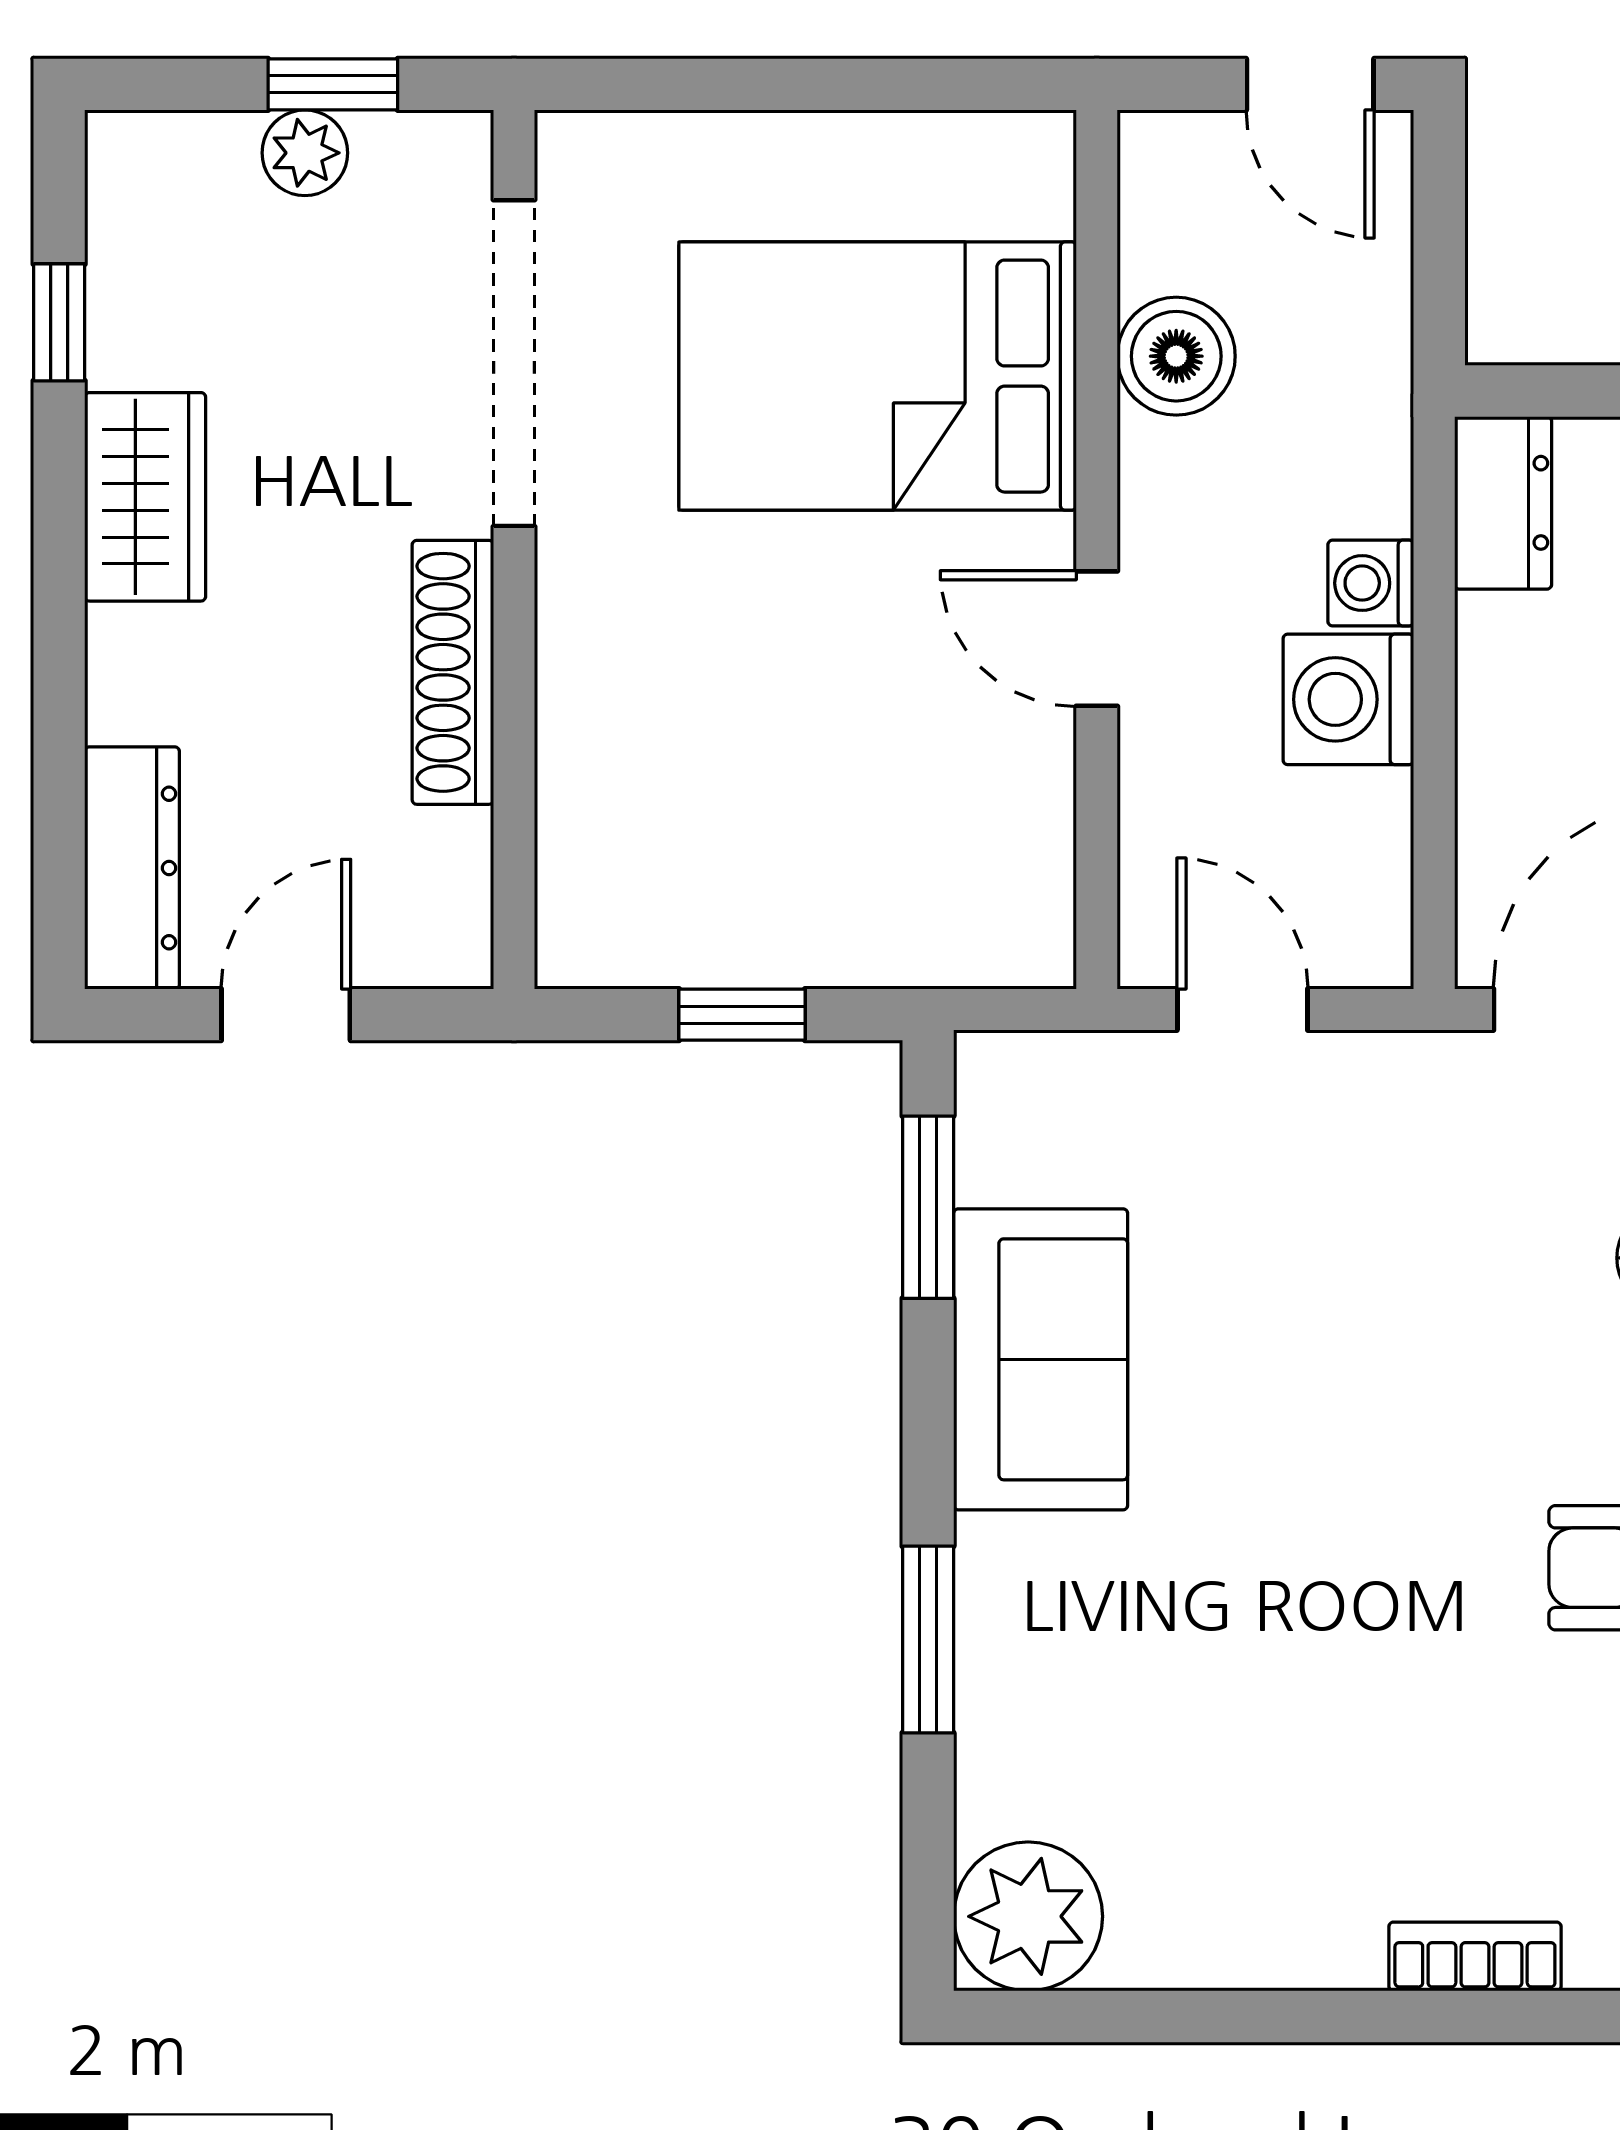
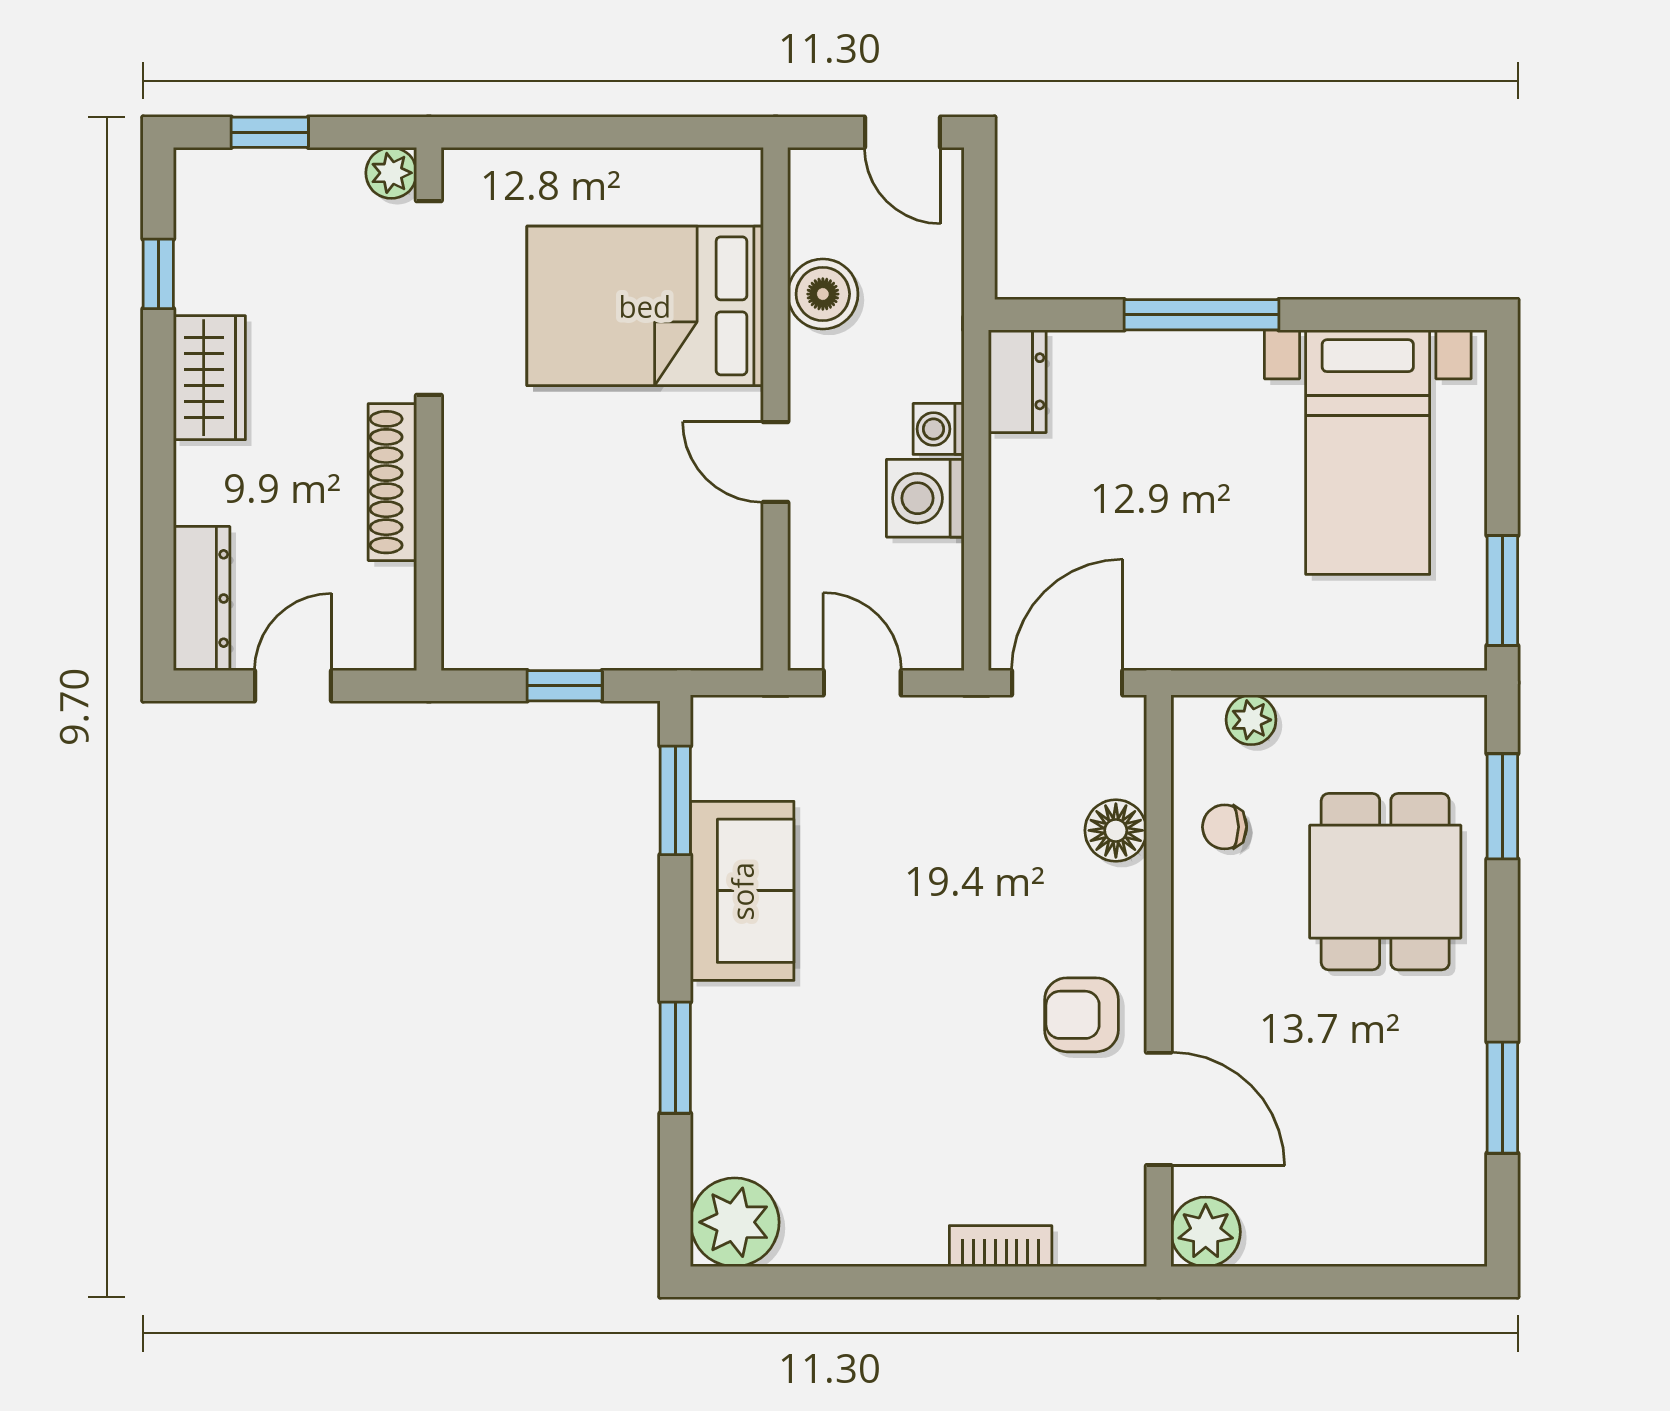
window: (333, 84) -> (270, 132), moved
plant: (305, 153) -> (391, 173), moved

